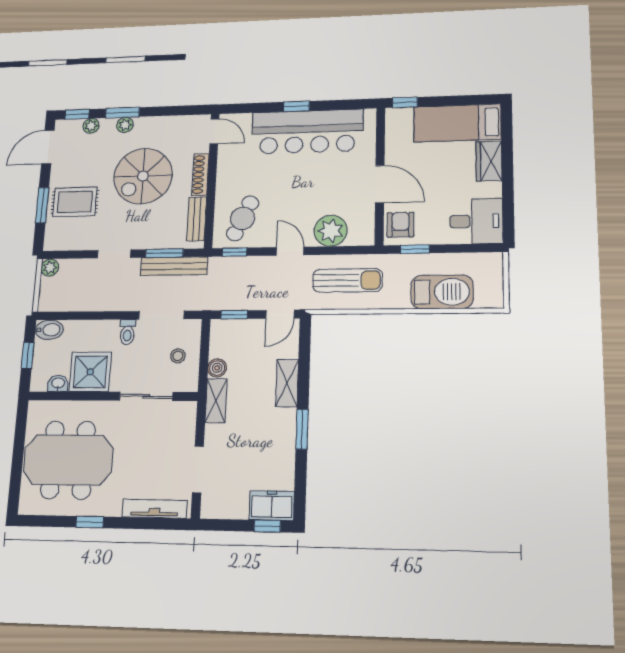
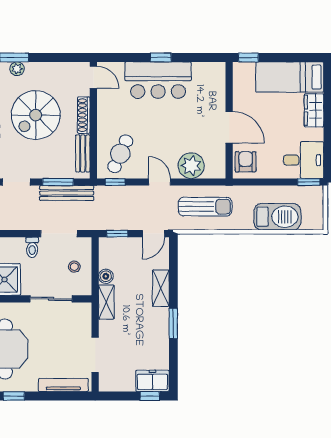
bar counter: (307, 132) -> (158, 80), width x0.73
window: (415, 249) -> (309, 182), moved

